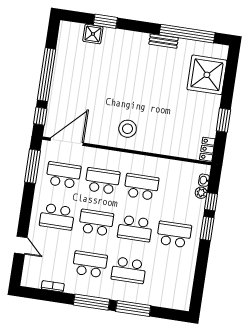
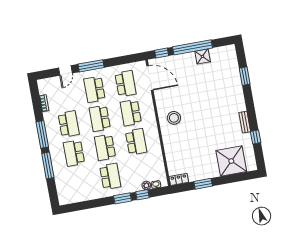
shower: (93, 34) -> (203, 56), moved
window: (187, 34) -> (256, 137), width x0.32
window: (33, 166) -> (91, 66), moved
school desk: (102, 181) -> (131, 113), turned 180
school desk: (96, 223) -> (100, 118), turned 180

